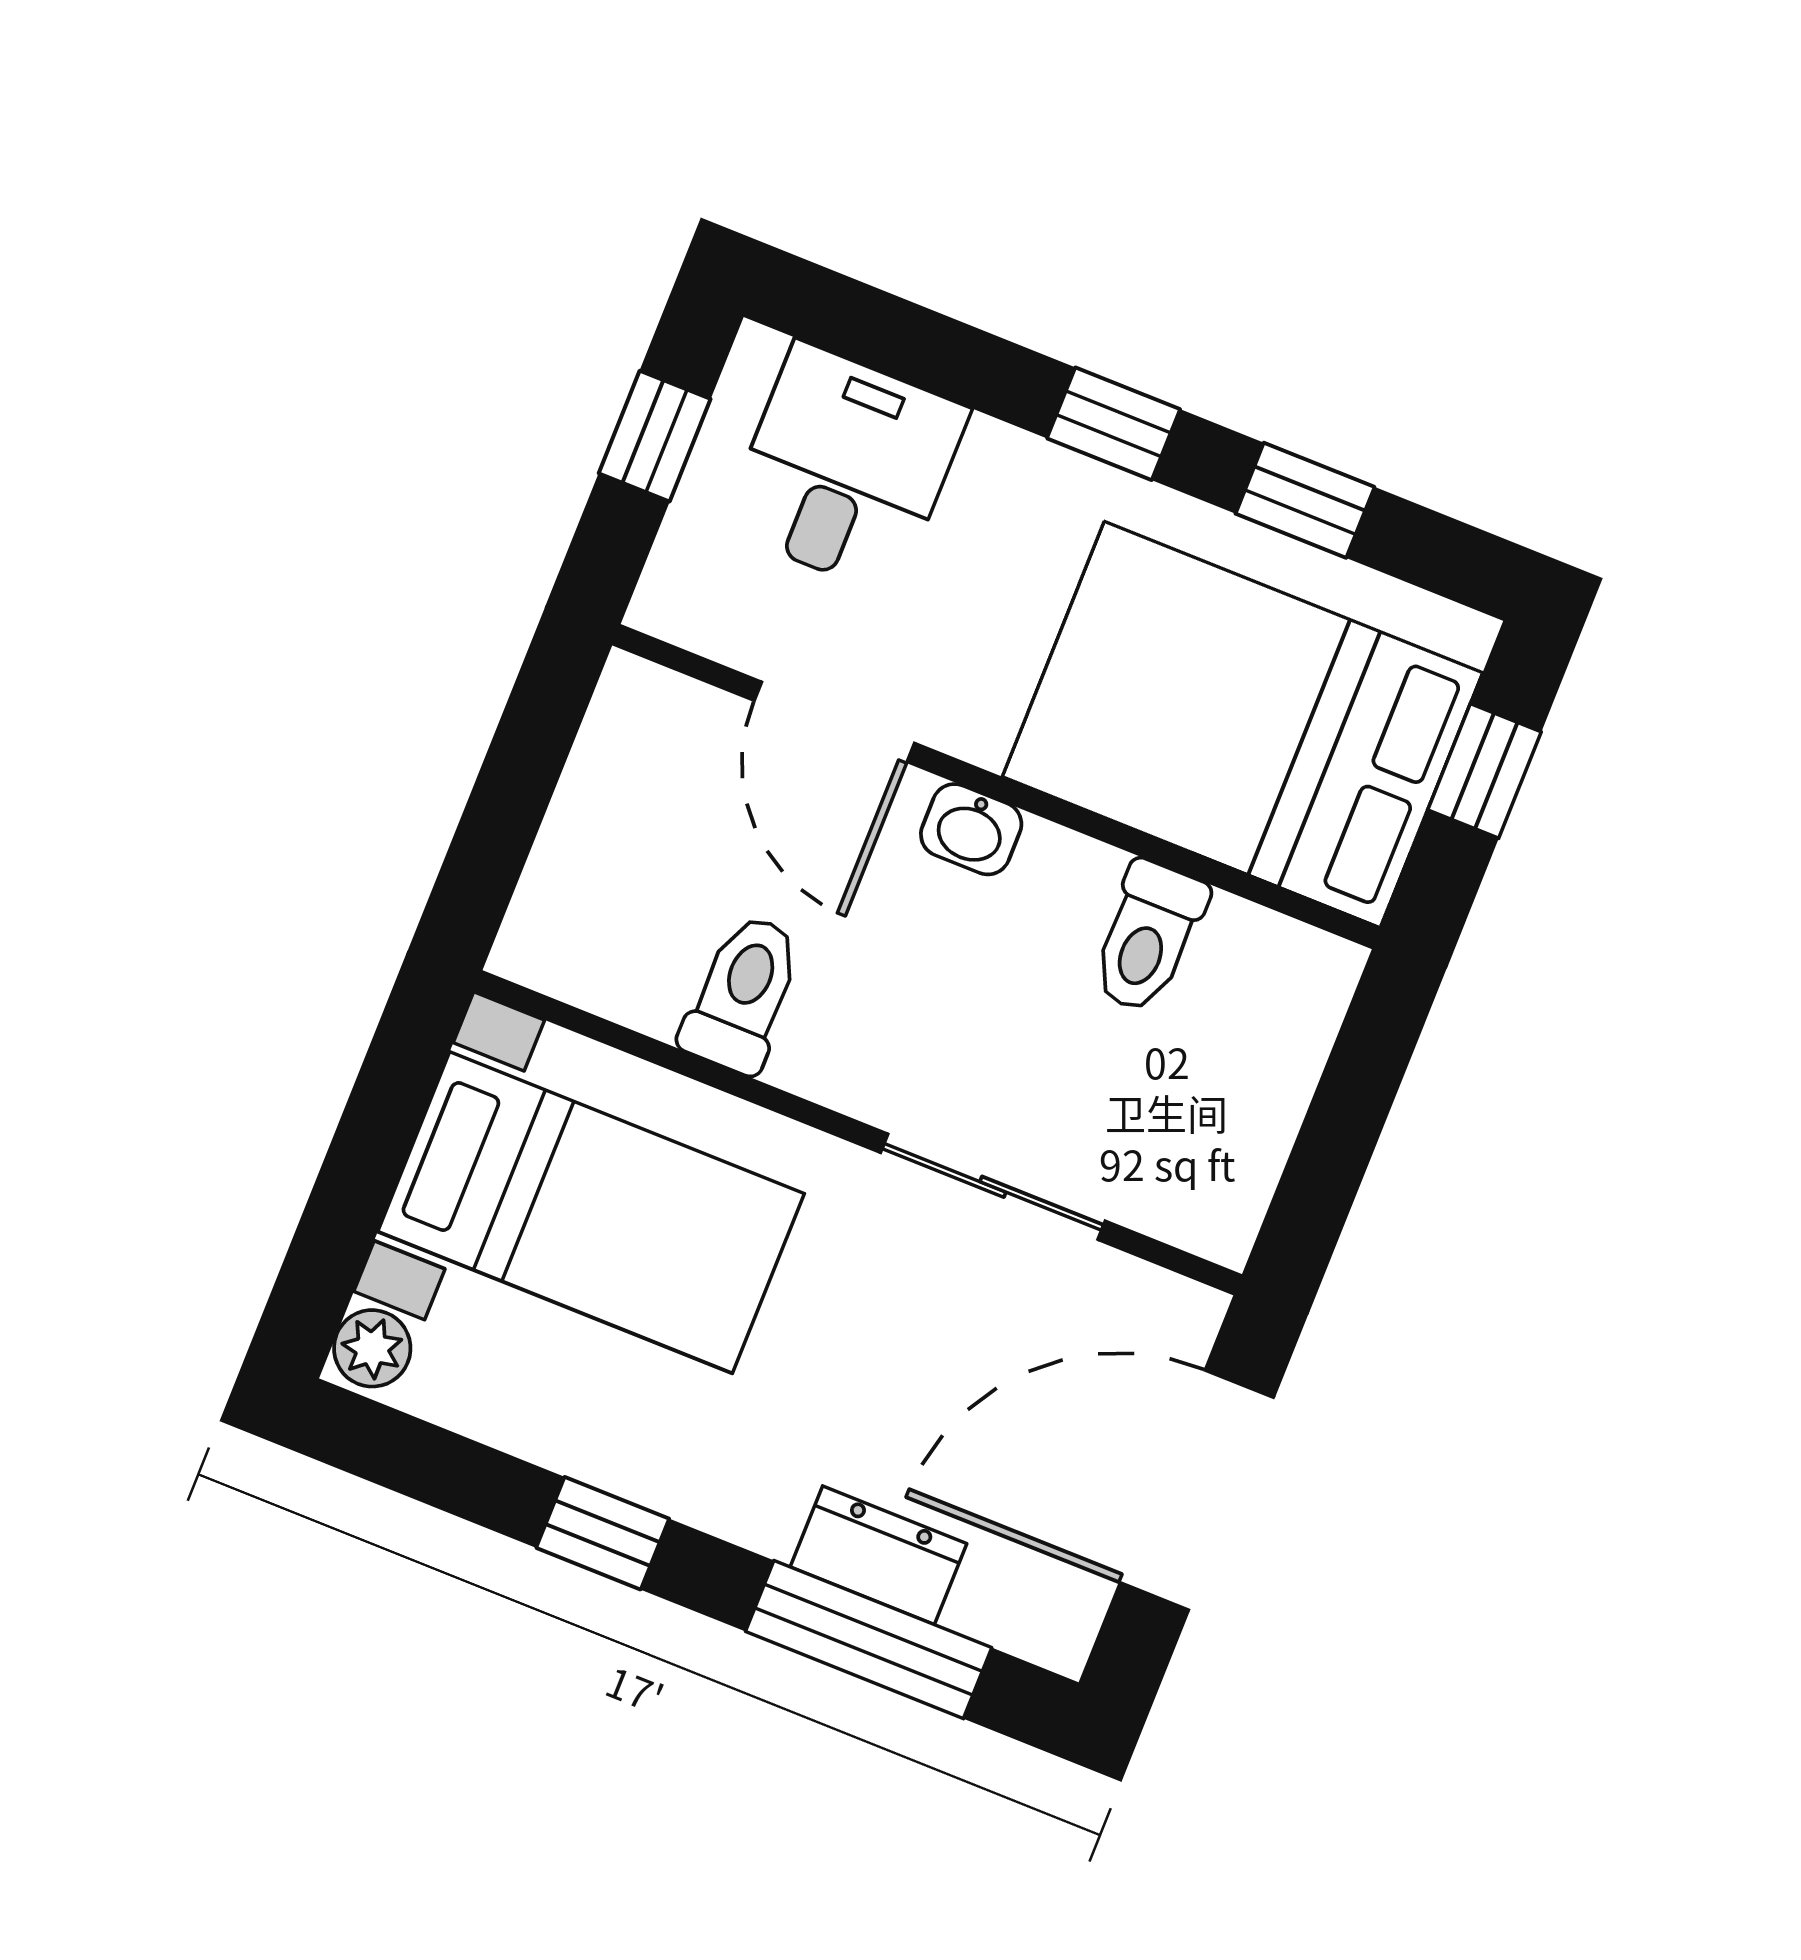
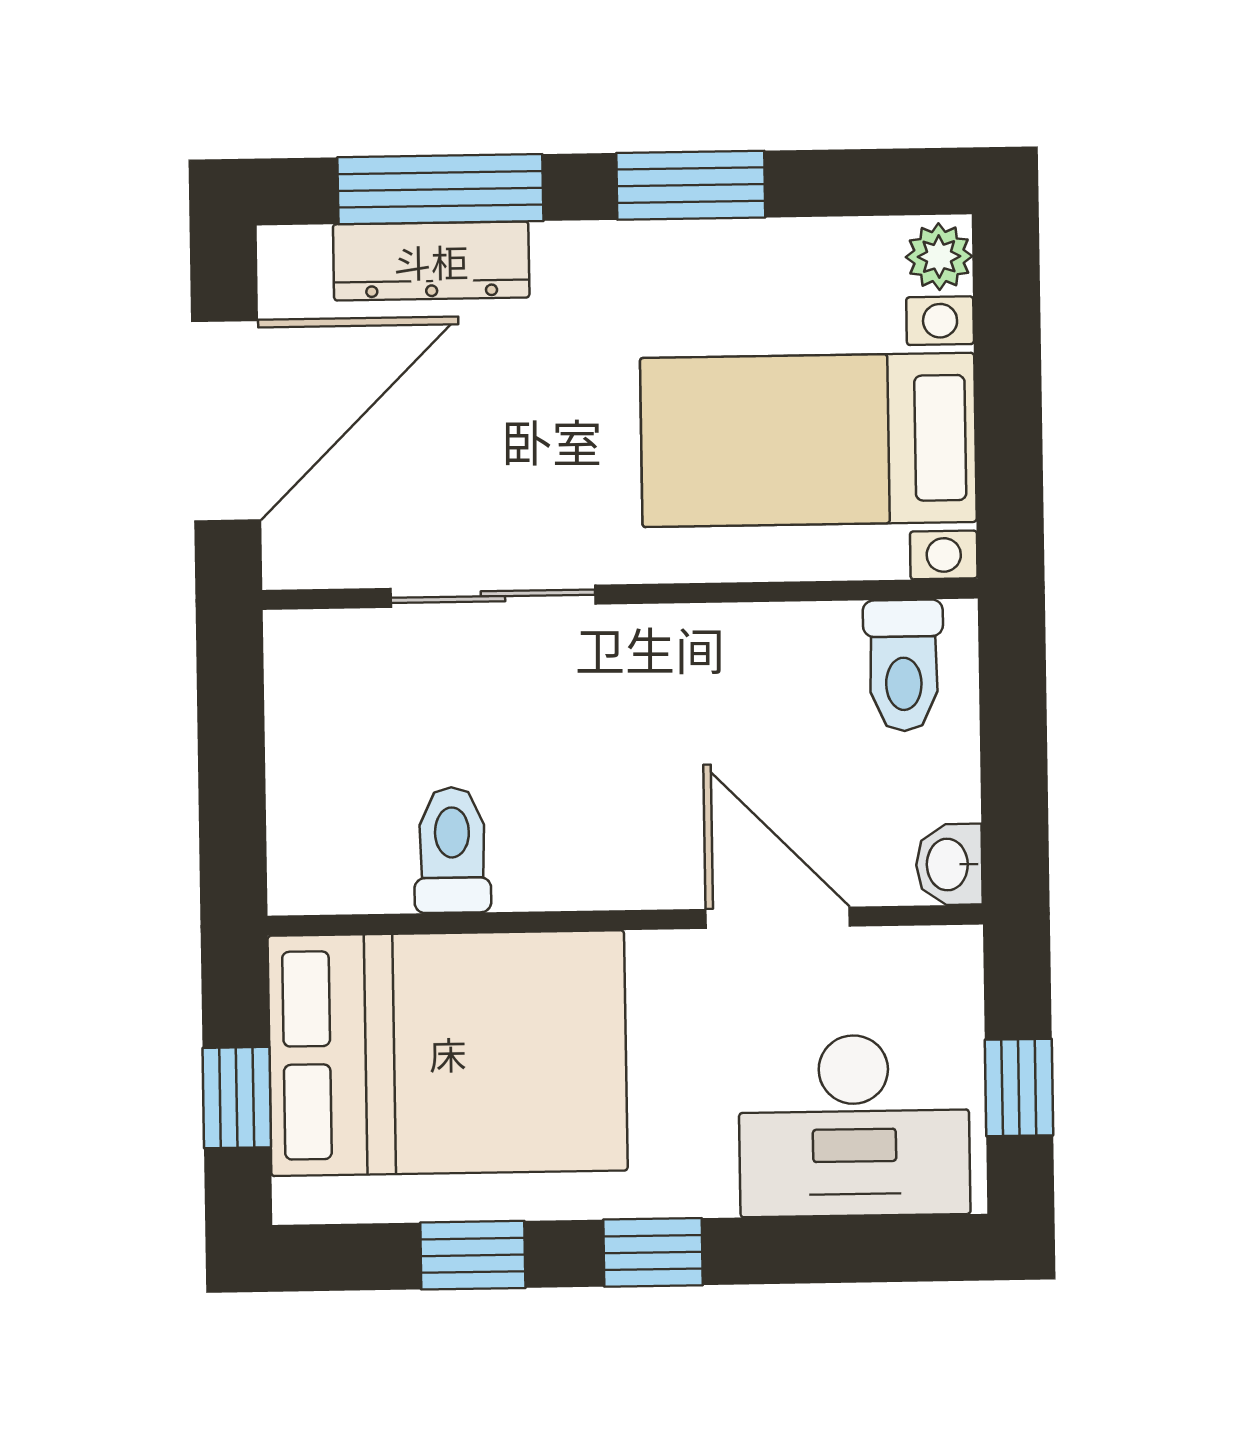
desk: (845, 469) -> (854, 1126), width x1.37
washbasin: (971, 829) -> (949, 864), moved, turned -90
toilet: (743, 994) -> (904, 665), moved
window: (603, 1533) -> (691, 185), width x1.50
dresser: (878, 1555) -> (431, 261), width x1.44

